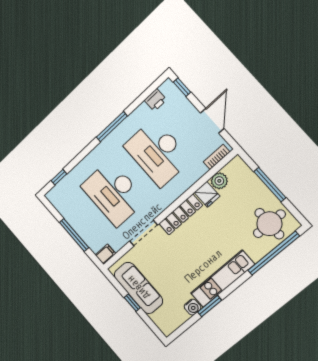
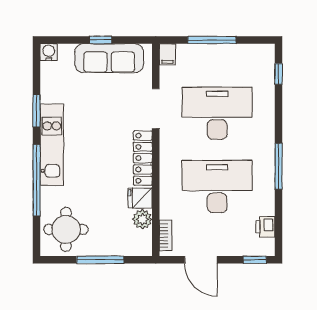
window: (273, 253) -> (37, 180), moved
water cooler: (193, 307) -> (49, 52), moved, turned 90

